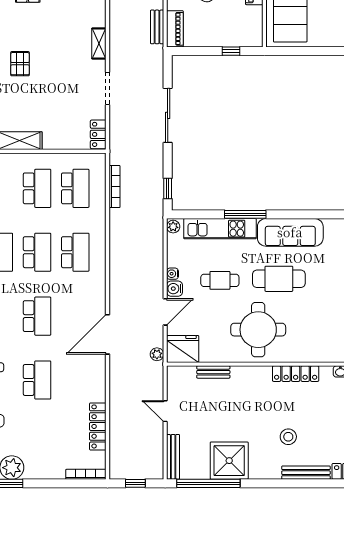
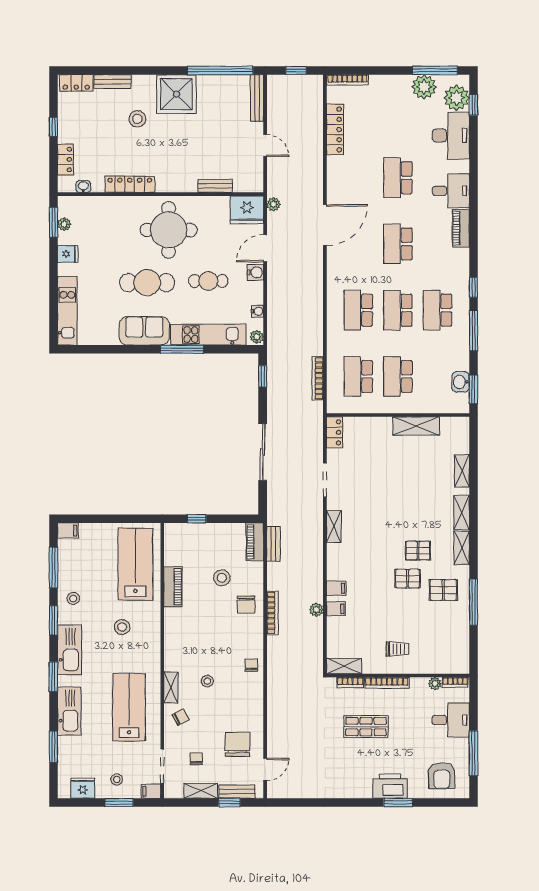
pallet: (20, 64) -> (418, 551), moved, turned 90
sofa: (290, 232) -> (144, 331), width x0.73
water cooler: (173, 274) -> (257, 311), moved
shower: (229, 461) -> (176, 94), moved
bench: (306, 473) -> (112, 82), width x0.73

